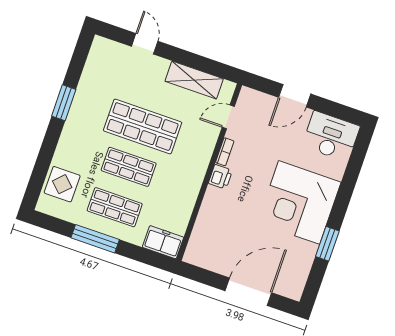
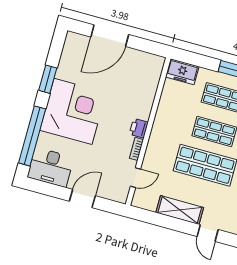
shelving: (194, 80) -> (180, 210), moved
window: (351, 176) -> (32, 136), added

